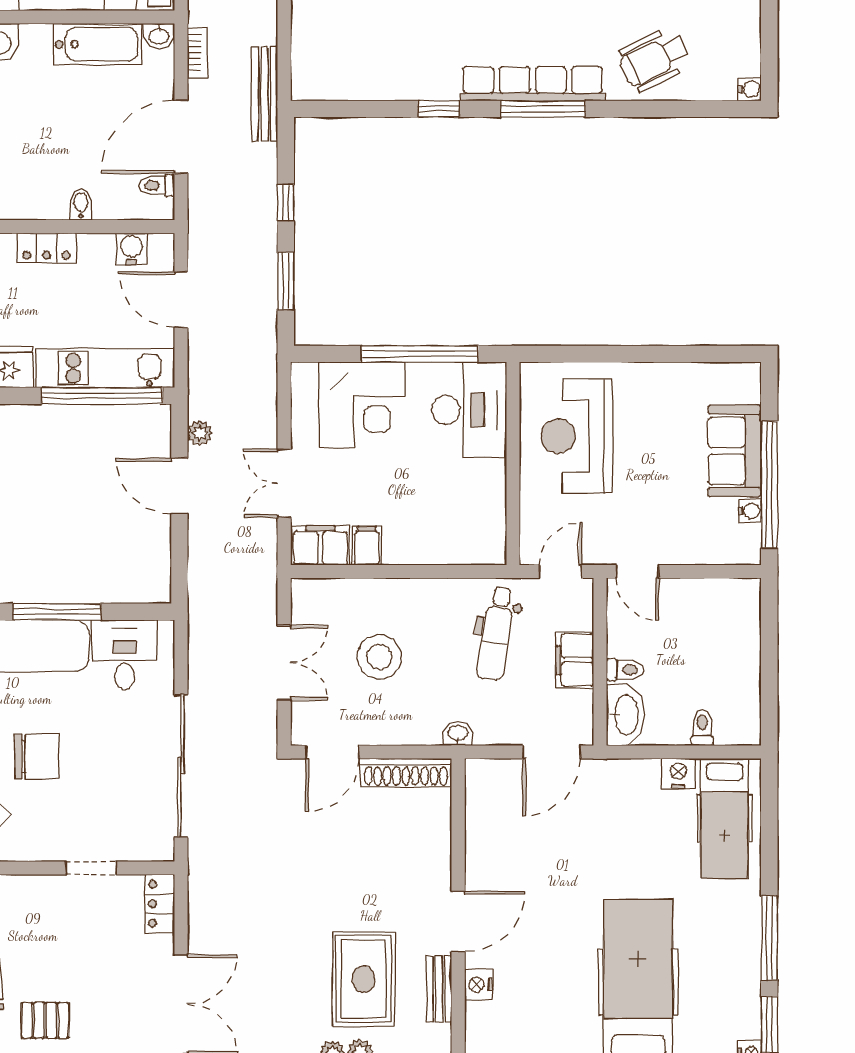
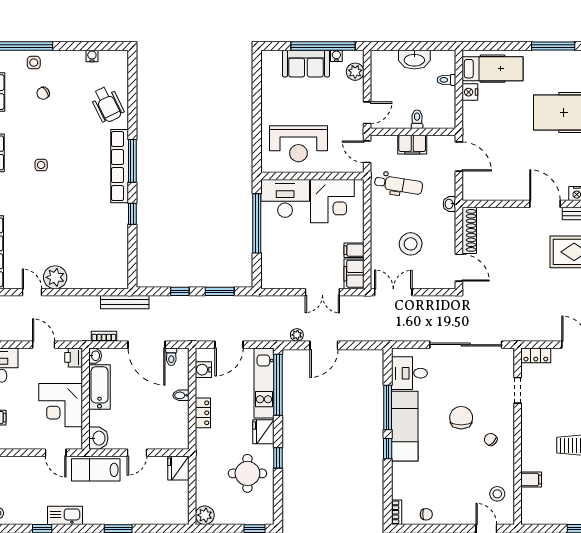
water cooler: (750, 89) -> (92, 56), moved
corner desk: (362, 405) -> (332, 201), moved, turned 90
plant: (719, 548) -> (355, 72), added
double door: (284, 663) -> (393, 292), moved
washbasin: (625, 715) -> (414, 60), moved, turned 180

